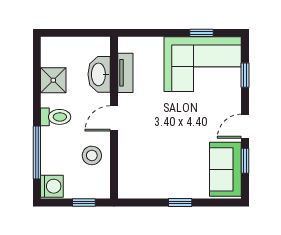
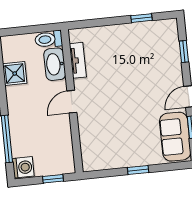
corner sofa: (203, 64) -> (145, 46), removed
toilet: (56, 117) -> (49, 39), moved, turned 180
stool: (92, 155) -> (56, 137), removed

